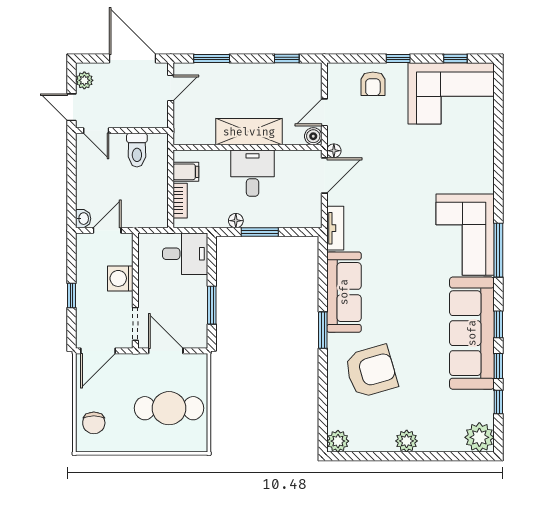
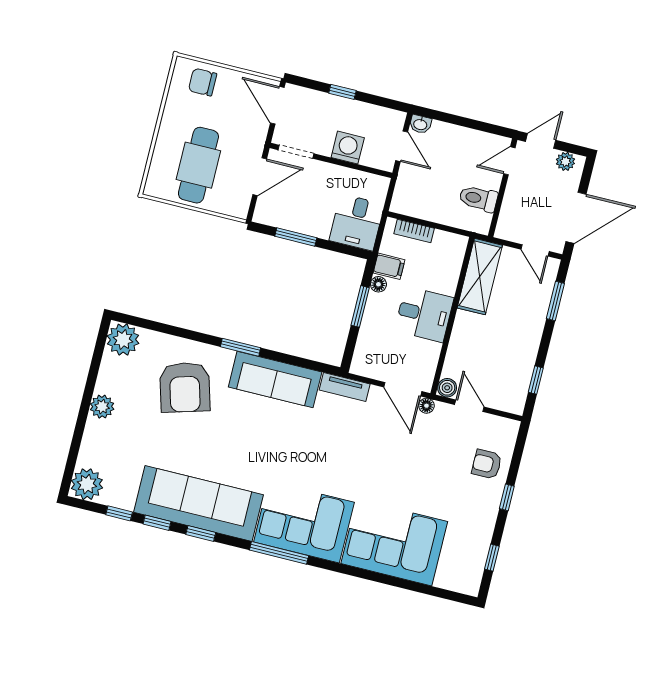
corner sofa: (451, 93) -> (394, 543), moved, turned 90
shelving: (249, 132) -> (480, 277), moved
filing cabinet: (186, 172) -> (389, 266), moved, turned -90
plant: (338, 441) -> (123, 340), width x1.36, depth x1.36

